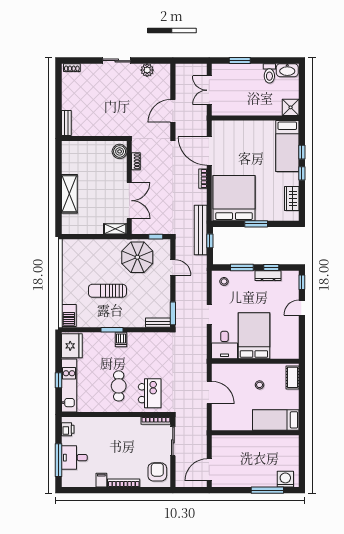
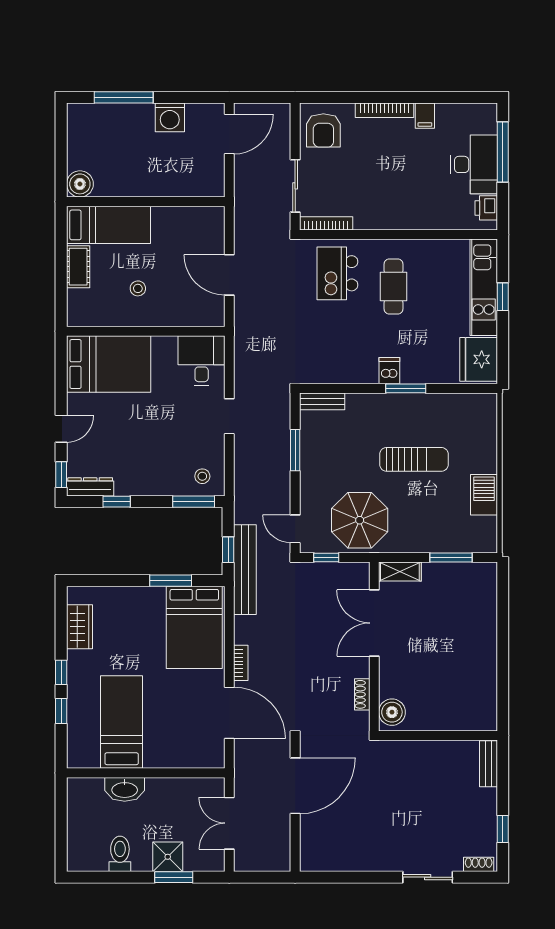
sliding door: (117, 61) -> (428, 877), moved
plant: (147, 70) -> (342, 860), removed
washbasin: (287, 70) -> (125, 789), moved, turned 180
window: (59, 87) -> (503, 829), added
double door: (209, 90) -> (229, 823), swing flipped
shower: (291, 107) -> (168, 857), moved
door: (173, 111) -> (295, 786), width x1.36
bed: (287, 146) -> (122, 722), moved
shelving: (69, 194) -> (483, 635), removed
bed: (234, 198) -> (194, 627), width x0.73
window: (256, 224) -> (171, 581), moved
window: (87, 237) -> (451, 558), added
door: (173, 267) -> (295, 529), moved
window: (242, 267) -> (194, 502), moved
dresser: (268, 276) -> (90, 487), moved
window: (173, 313) -> (295, 450), moved
barbecue: (69, 315) -> (484, 495), moved
bed: (254, 336) -> (109, 364), moved, turned -90
cot: (292, 377) -> (78, 267), moved
boiler: (291, 442) -> (80, 184), added
desk: (74, 458) -> (474, 164), width x1.37
washing machine: (285, 479) -> (170, 117), moved

